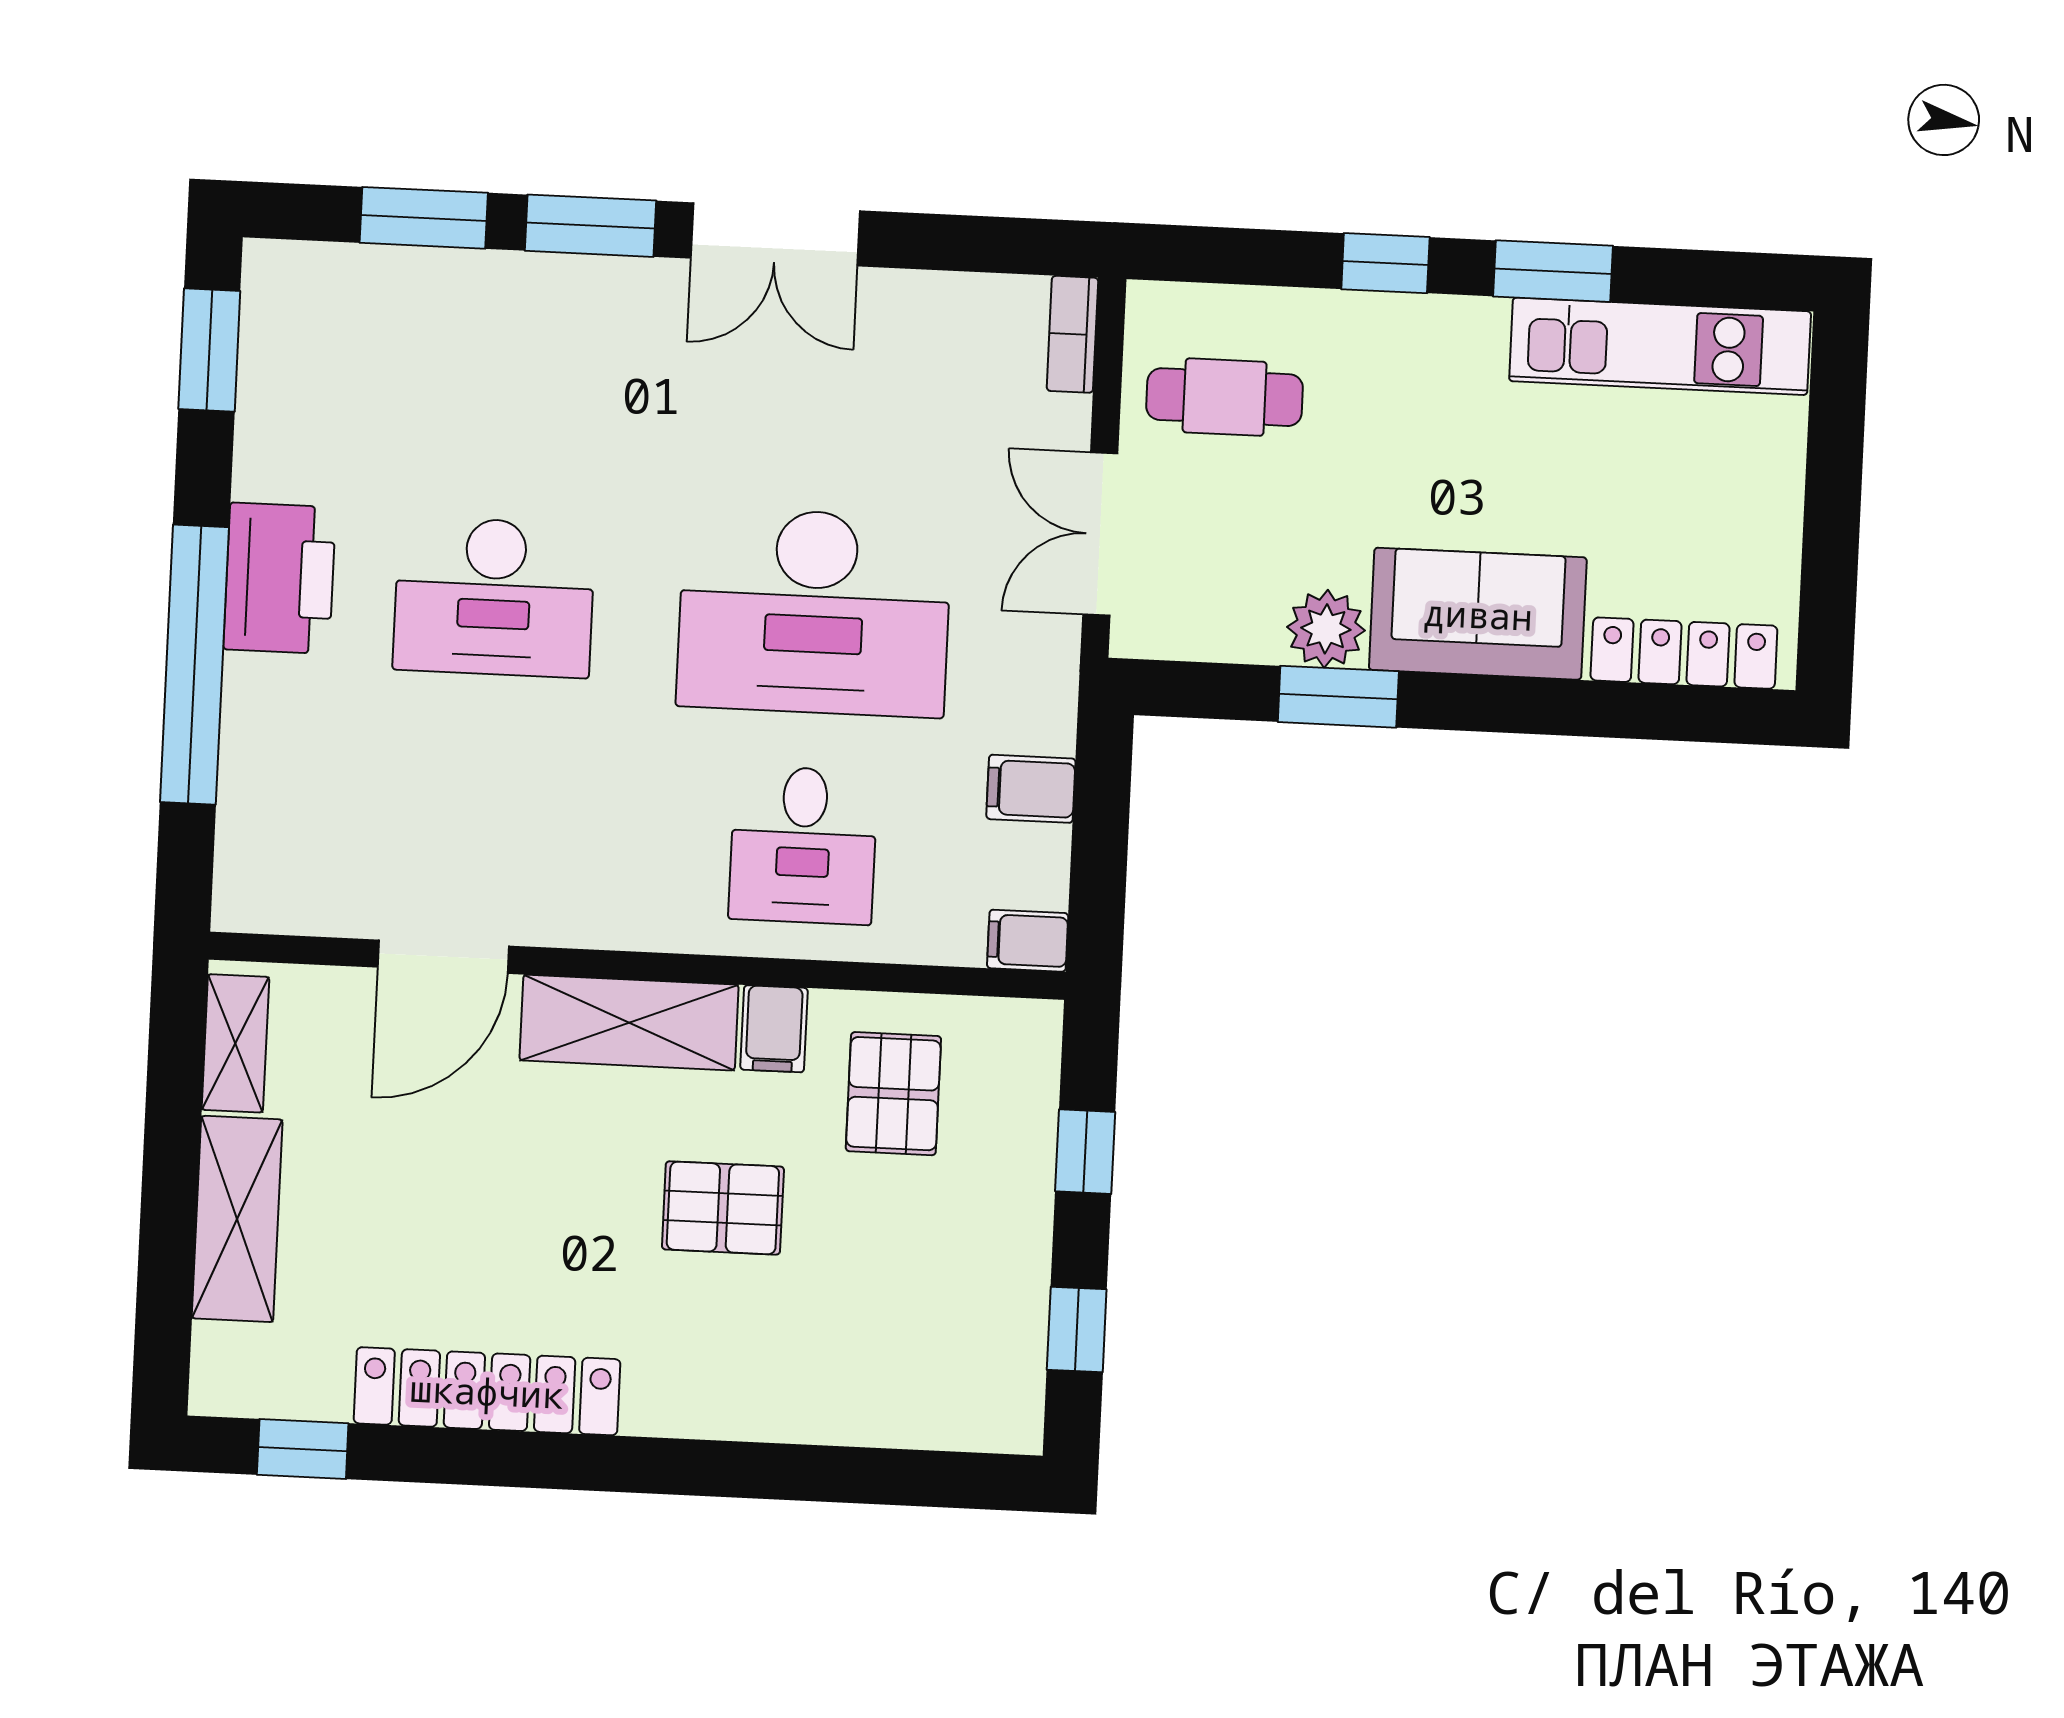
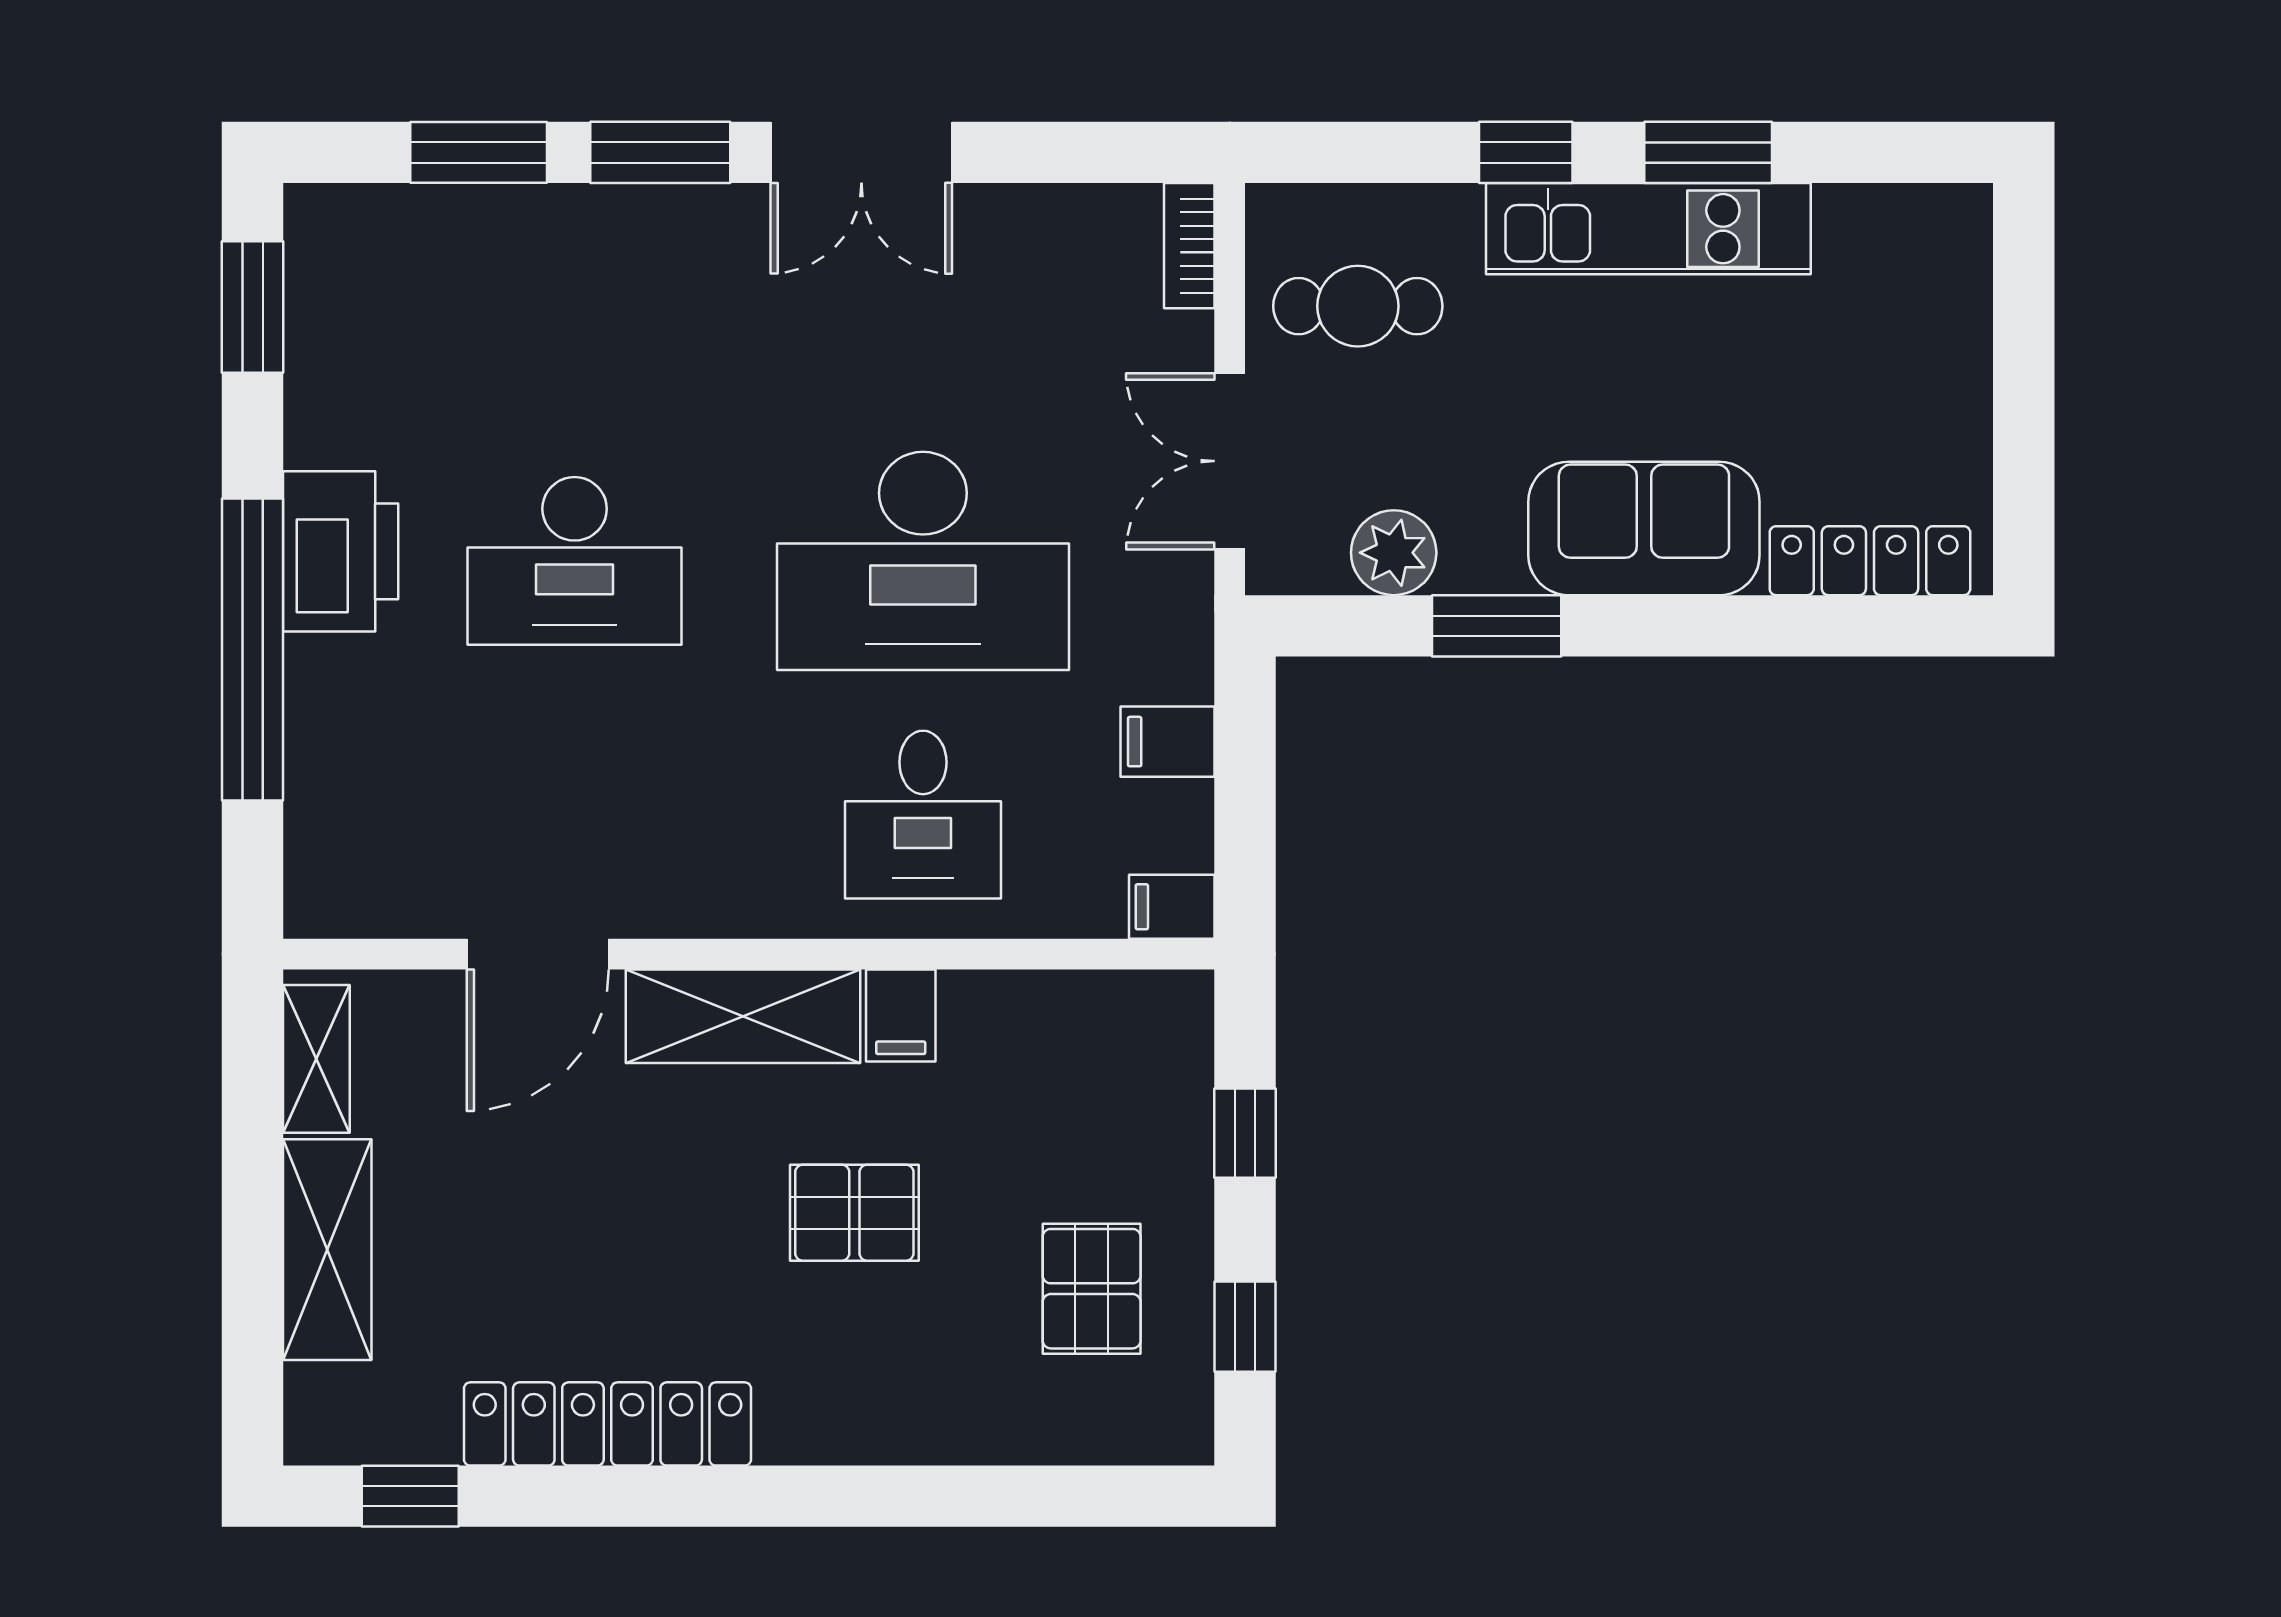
kitchen unit: (1660, 346) -> (1648, 229), moved
plant: (1326, 629) -> (1394, 553), moved
pallet: (893, 1094) -> (1092, 1289), moved

